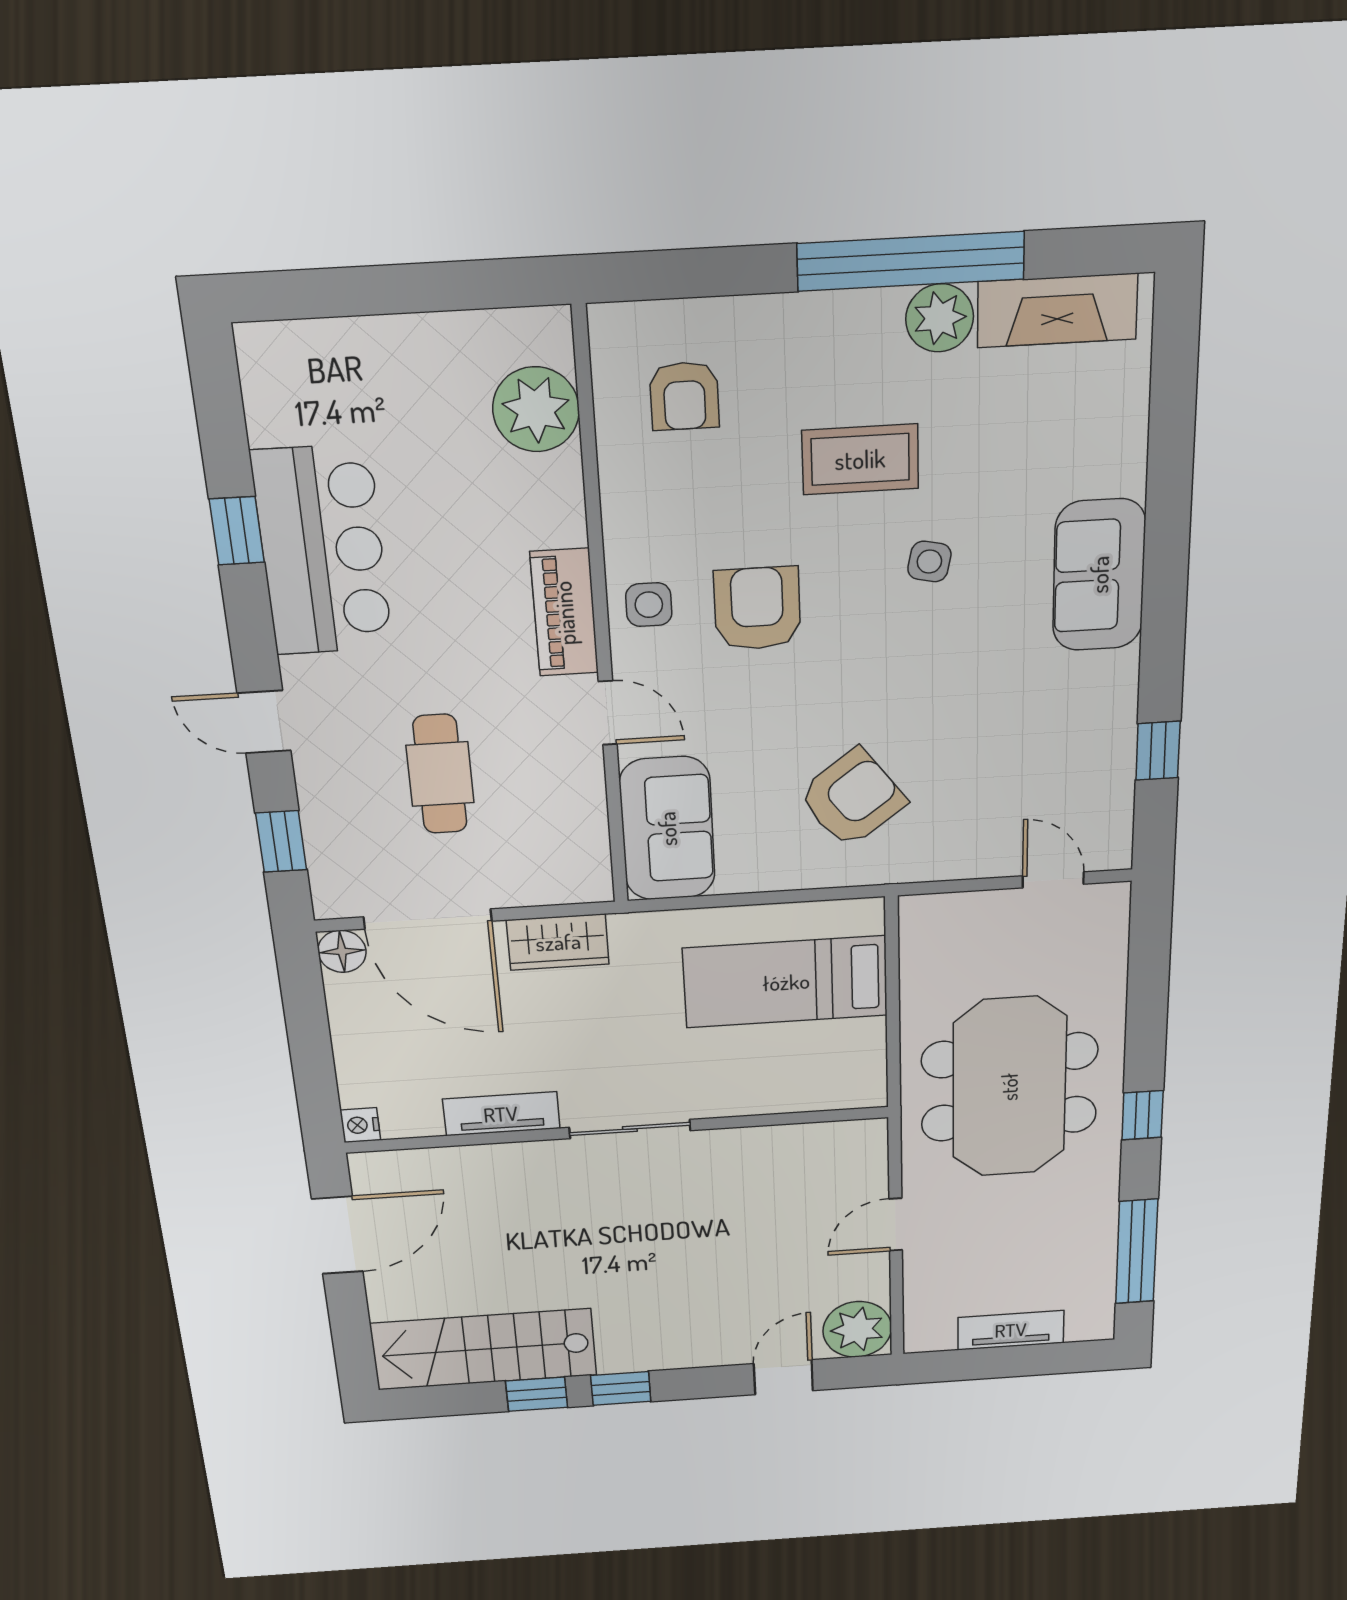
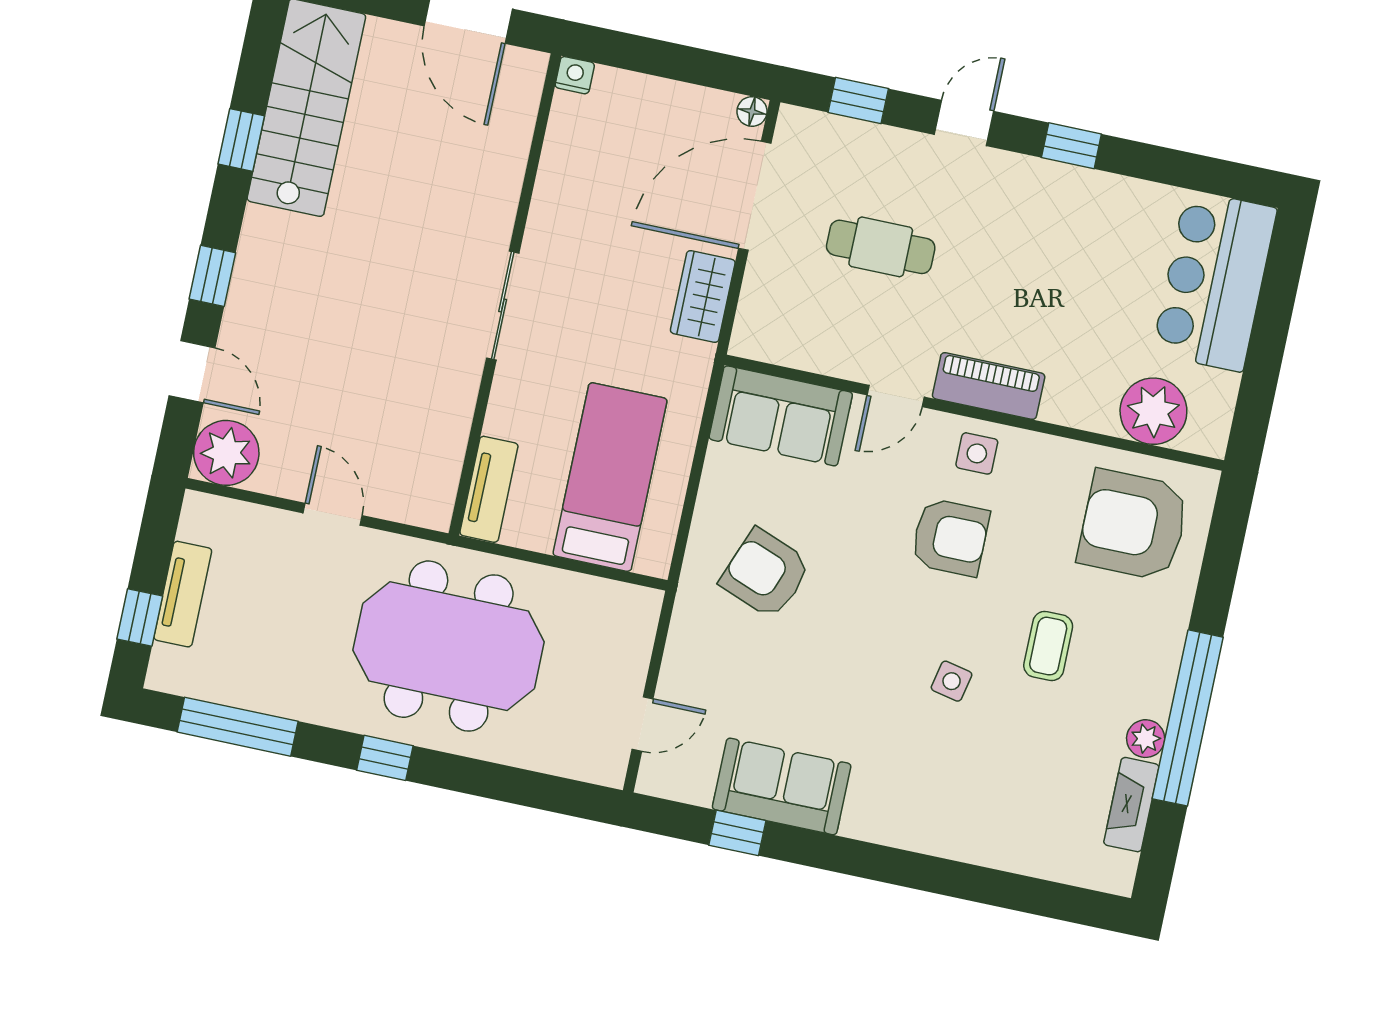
fireplace: (1057, 310) -> (1131, 805), width x0.73, depth x0.76
plant: (940, 318) -> (1146, 739), width x0.73, depth x0.73
armchair: (684, 396) -> (1133, 525), width x1.88, depth x1.88
coffee table: (860, 459) -> (1048, 646), width x0.73, depth x0.77
window: (237, 531) -> (1071, 146), moved
bar counter: (322, 551) -> (1214, 281), moved, turned 90
sofa: (1099, 575) -> (782, 786), moved
armchair: (852, 798) -> (765, 574), turned 148
floor lamp: (342, 951) -> (752, 112), width x0.73, depth x0.73
tv unit: (501, 1114) -> (489, 489), moved
window: (1043, 1359) -> (140, 618), added
window: (621, 1388) -> (212, 276), moved

